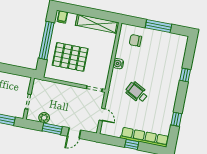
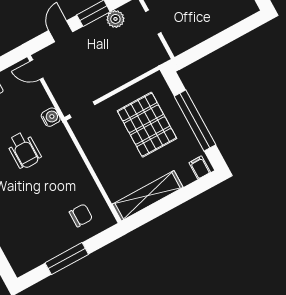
pallet: (70, 57) -> (147, 125), turned 90
water cooler: (118, 64) -> (51, 117), moved
wheelchair: (137, 92) -> (24, 150), turned 62
door: (102, 115) -> (36, 70), moved

